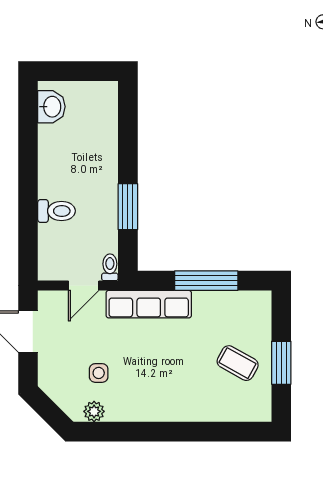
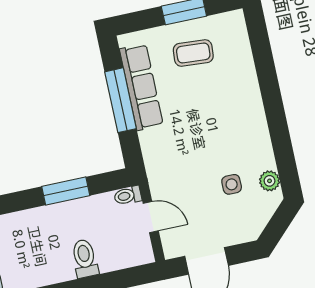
row of seats: (149, 304) -> (141, 87), moved
coffee table: (238, 363) -> (193, 53), turned 65

